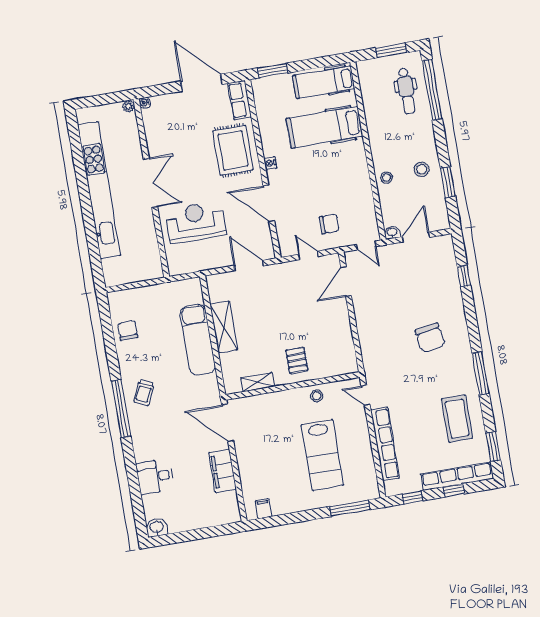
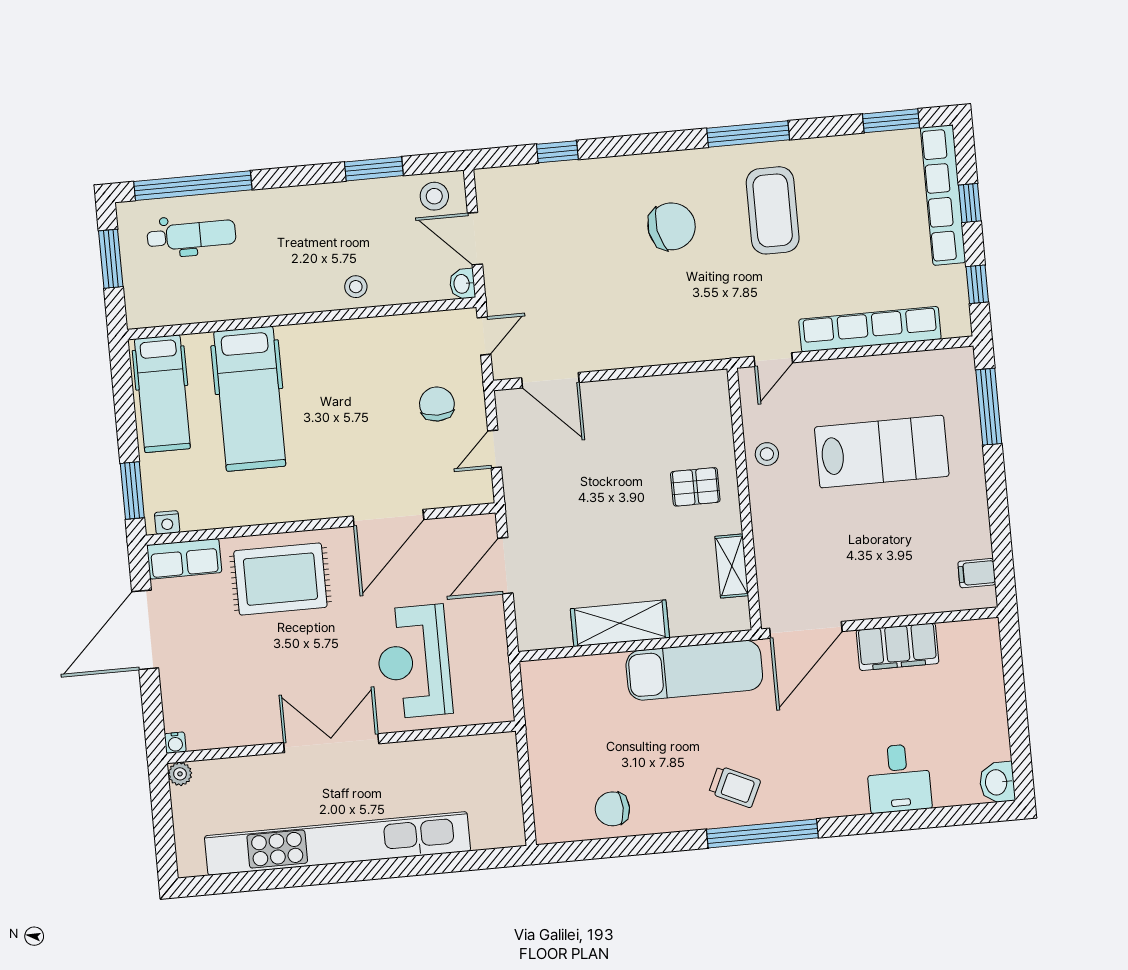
nightstand: (270, 163) -> (167, 522), moved
stool: (422, 169) -> (434, 196), moved
exam couch: (198, 340) -> (694, 670), moved
coffee table: (457, 419) -> (773, 210), moved, turned 90

